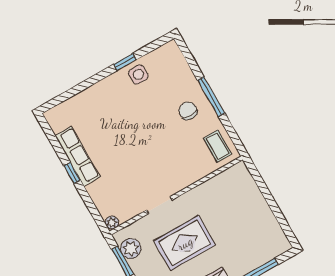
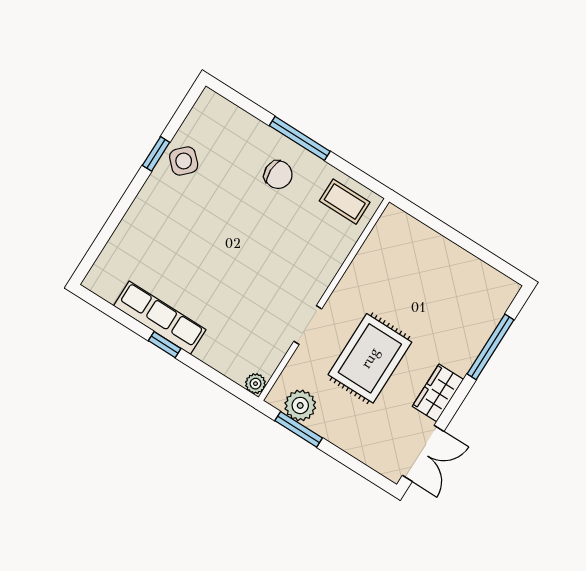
side table: (138, 74) -> (184, 161), turned 45
chair: (188, 111) -> (278, 175), turned 180

